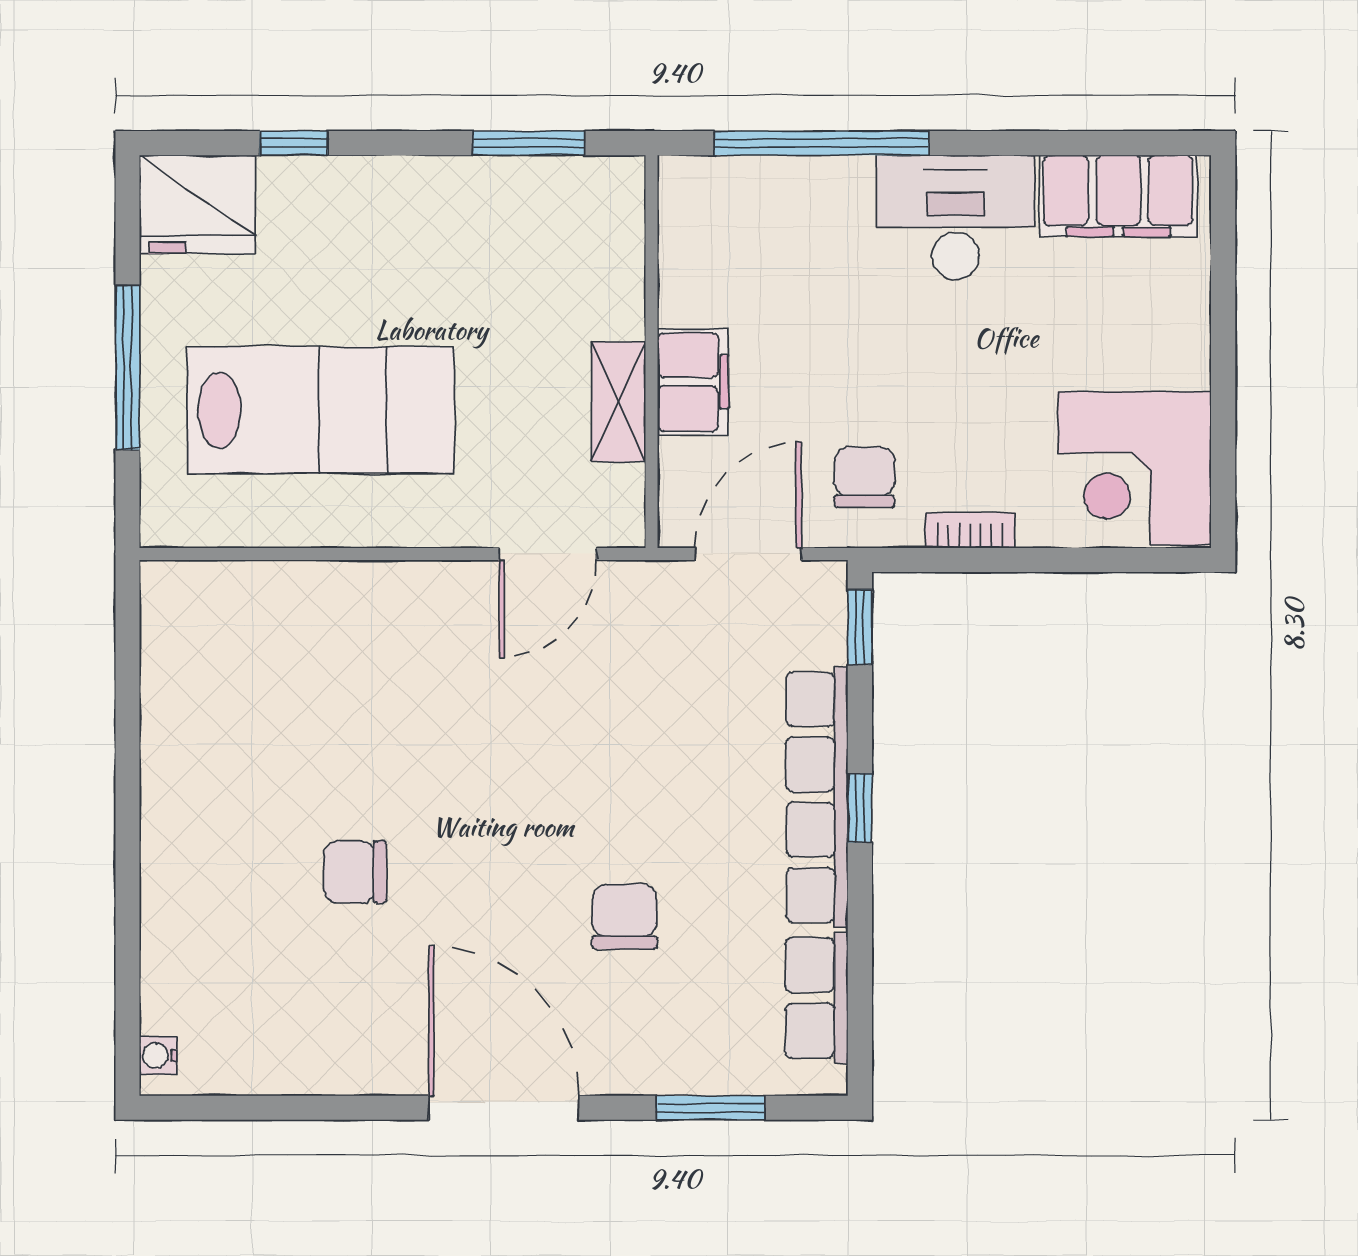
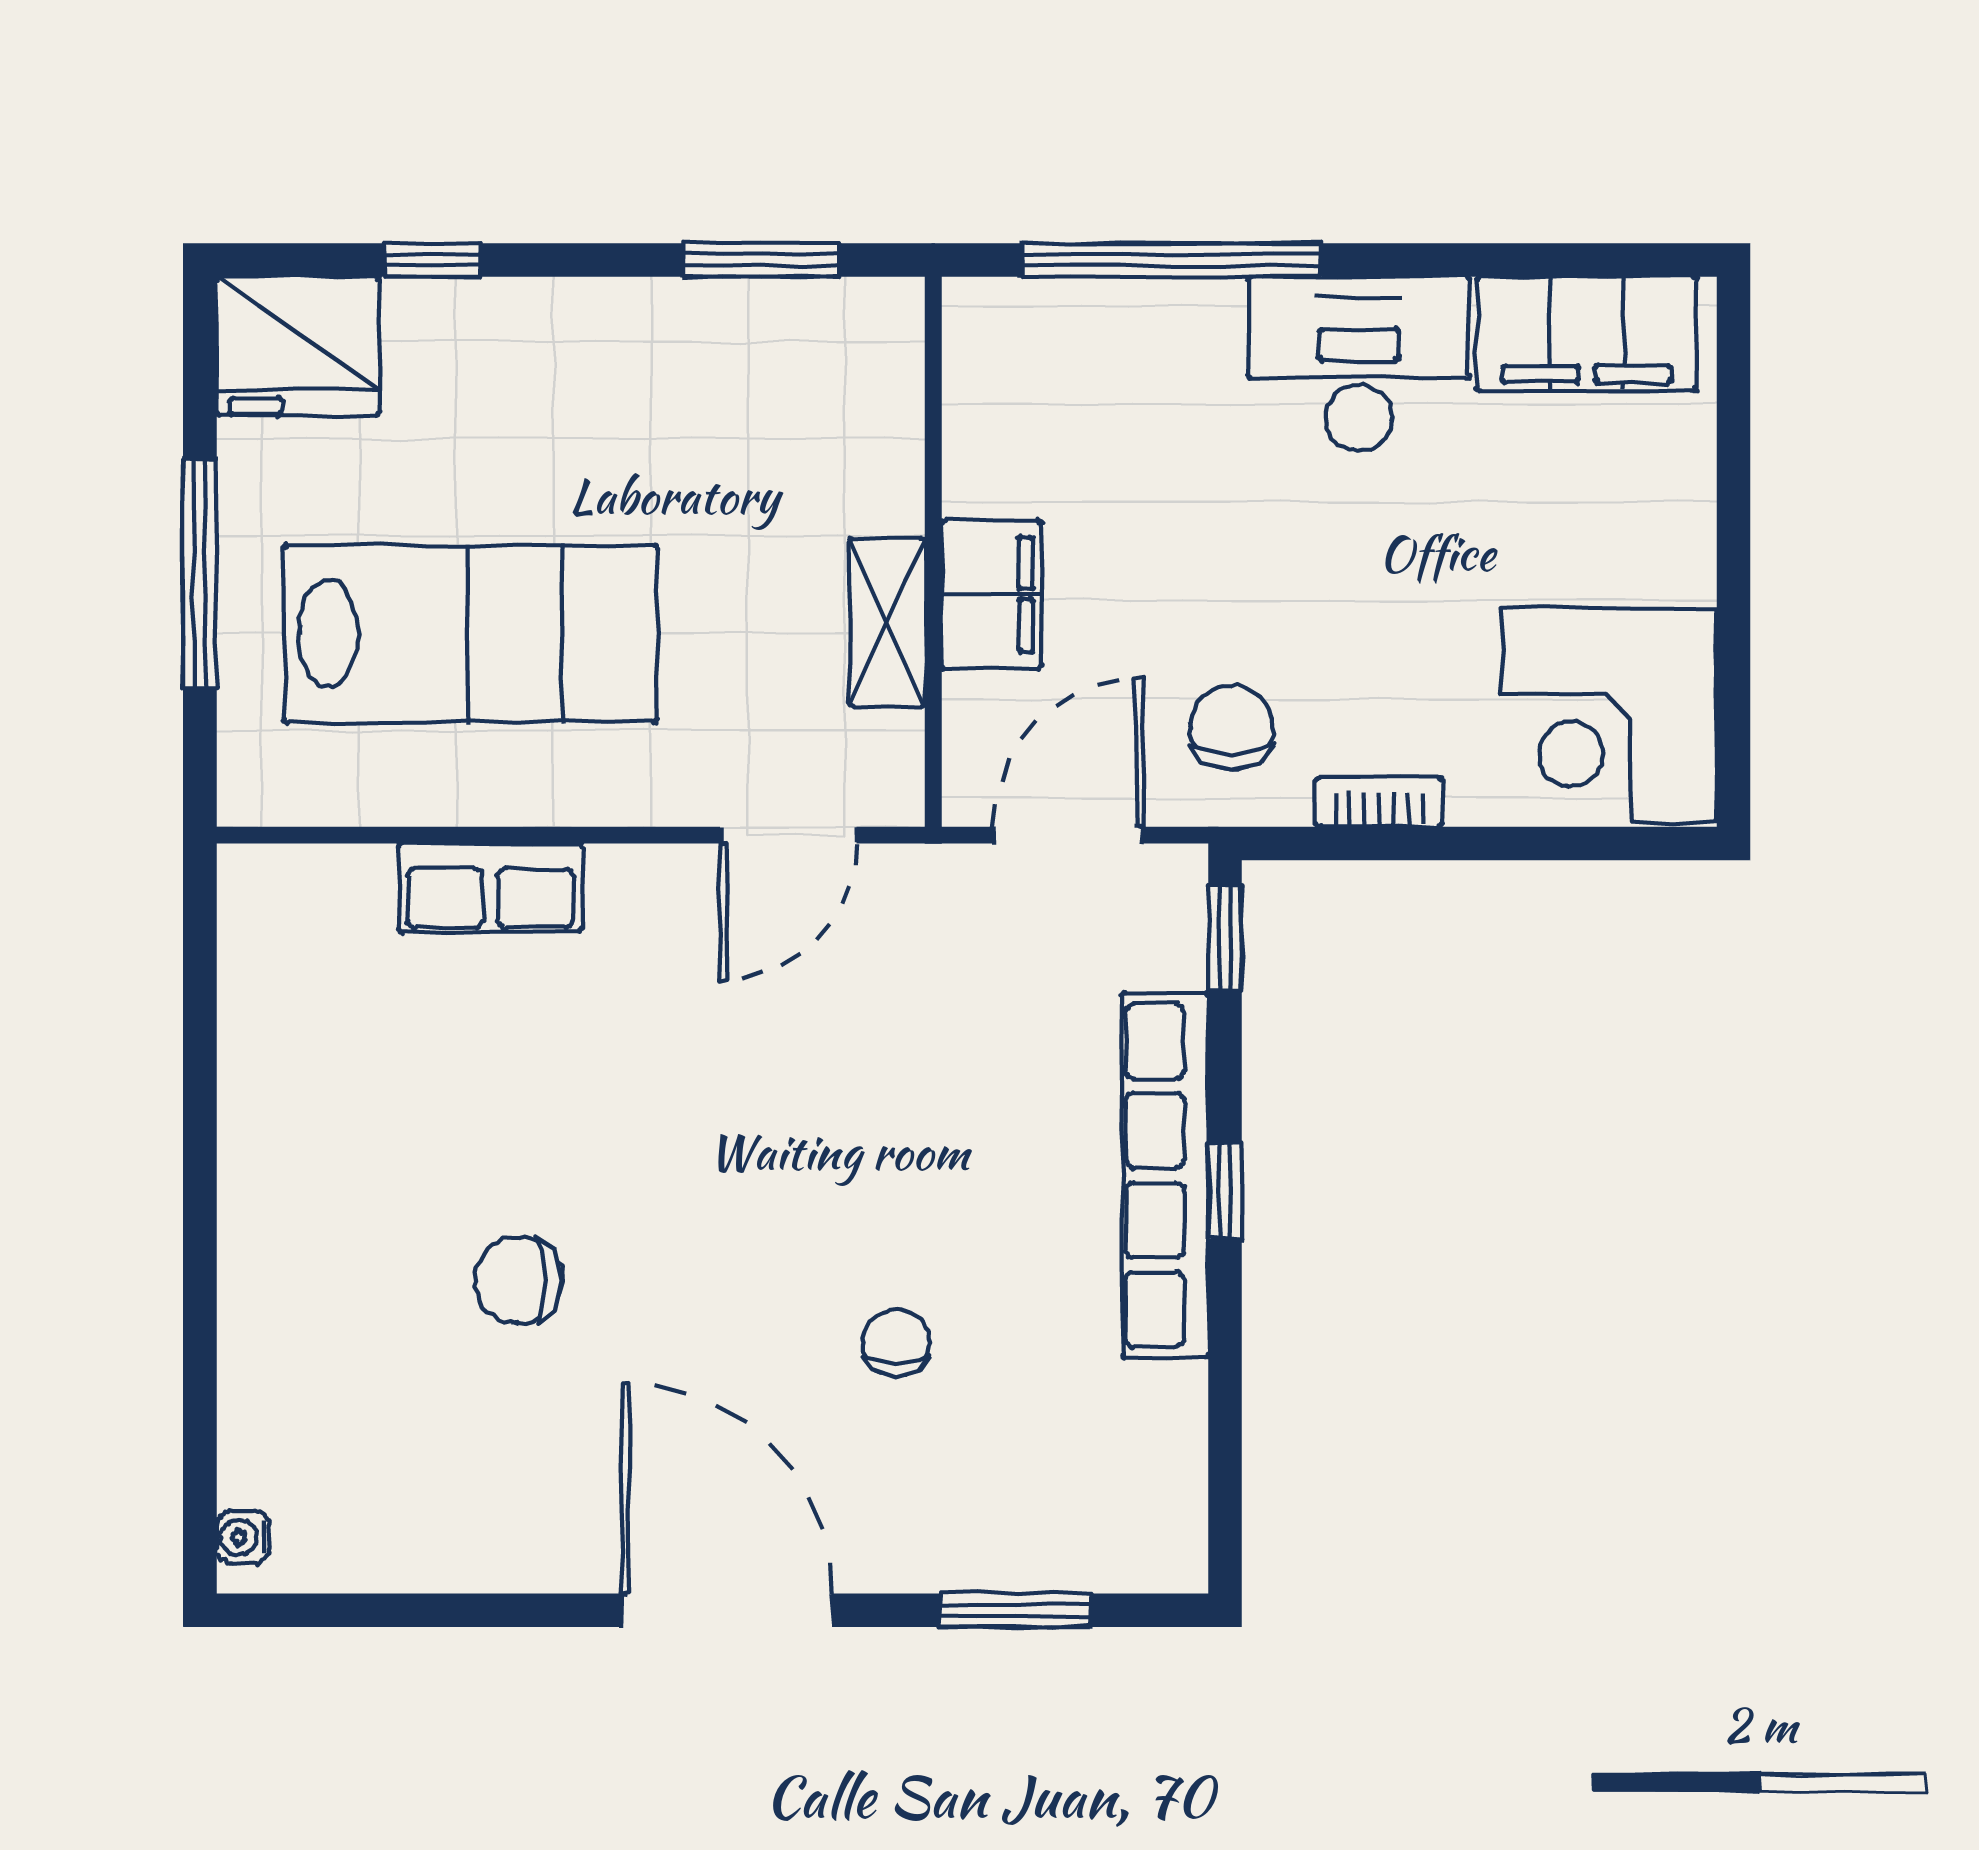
chair: (625, 916) -> (896, 1343), width x0.73, depth x0.73
row of seats: (817, 998) -> (490, 887), moved, turned -90

